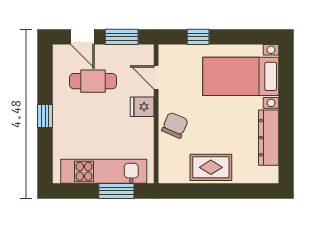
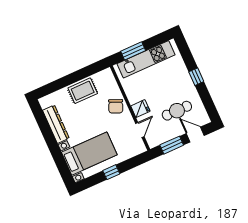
window: (198, 37) -> (111, 172), moved
door: (156, 77) -> (140, 130), hinge flipped

